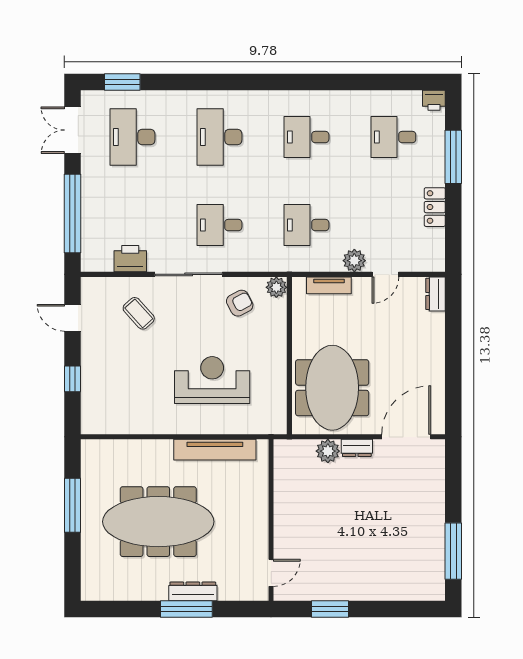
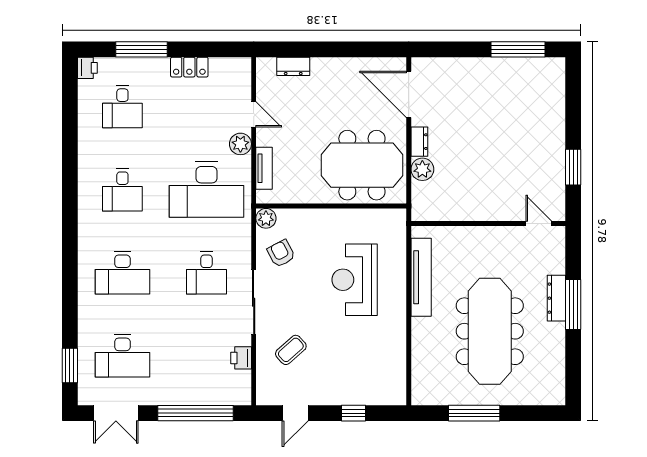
desk: (306, 225) -> (206, 190), width x1.87, depth x1.30
printer: (130, 259) -> (241, 358), width x0.73, depth x0.81
dresser: (436, 294) -> (293, 66), moved

